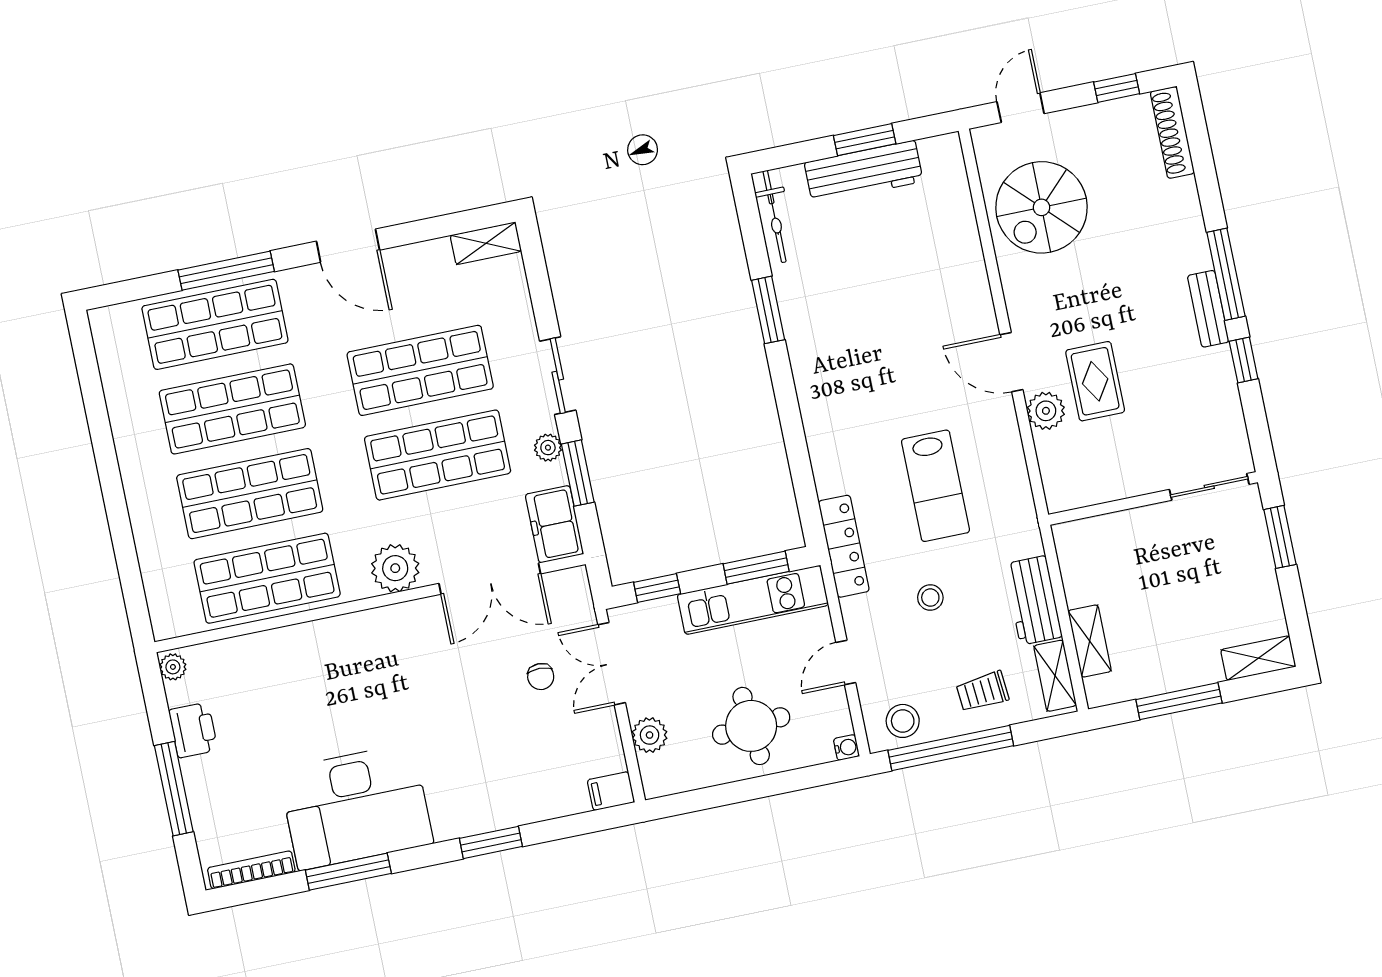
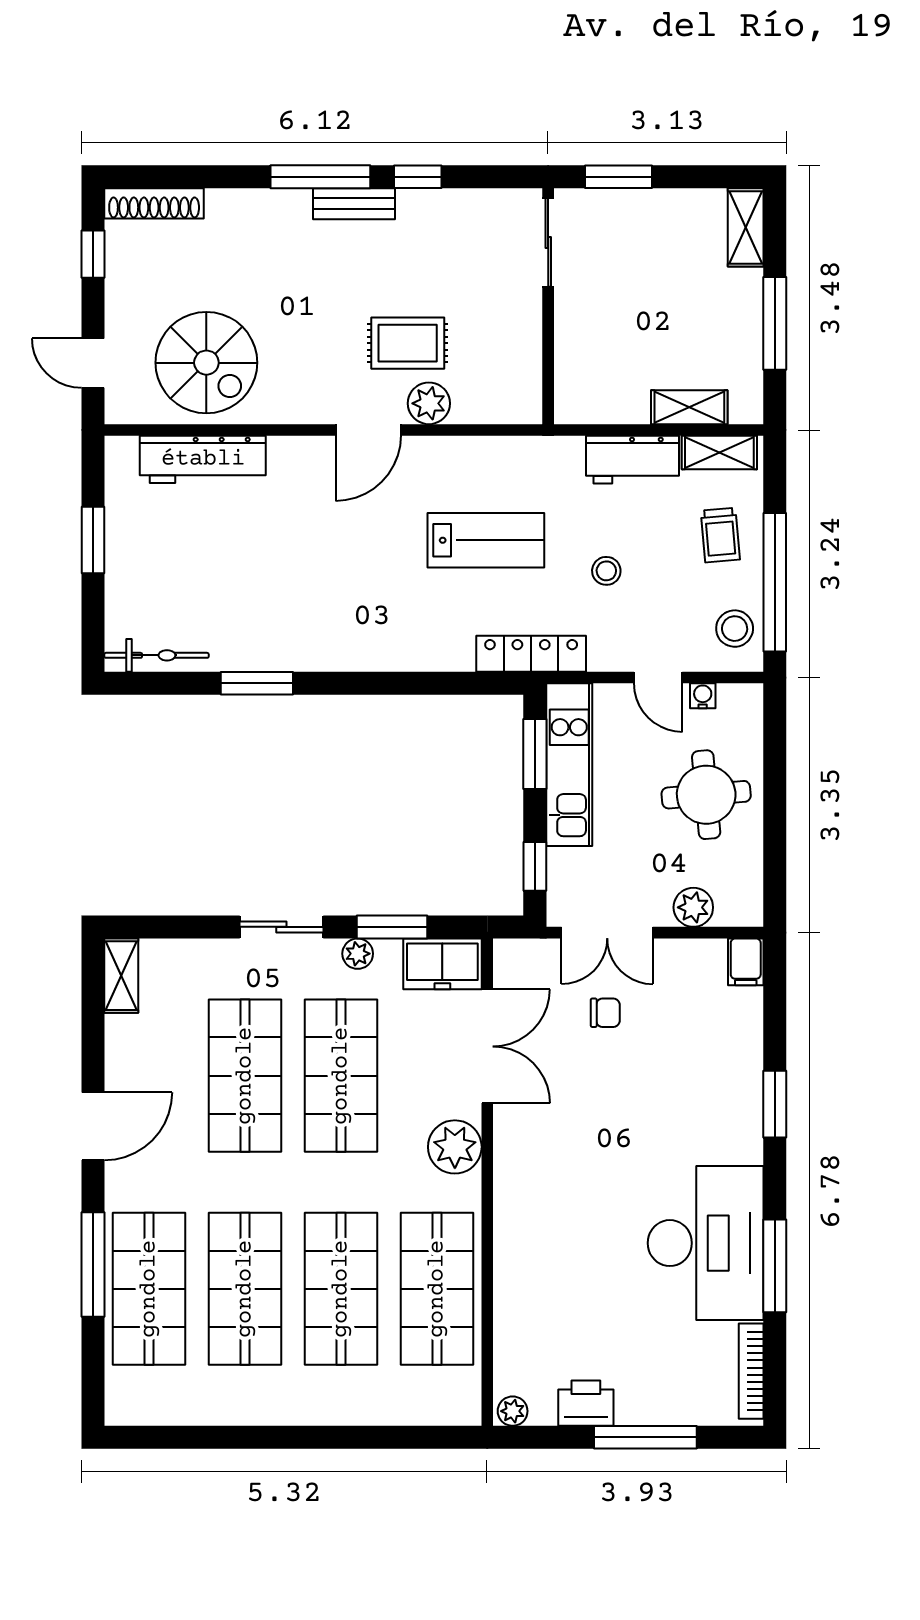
workbench: (864, 172) -> (203, 459), moved, turned 90
water cooler: (846, 747) -> (703, 696), moved

